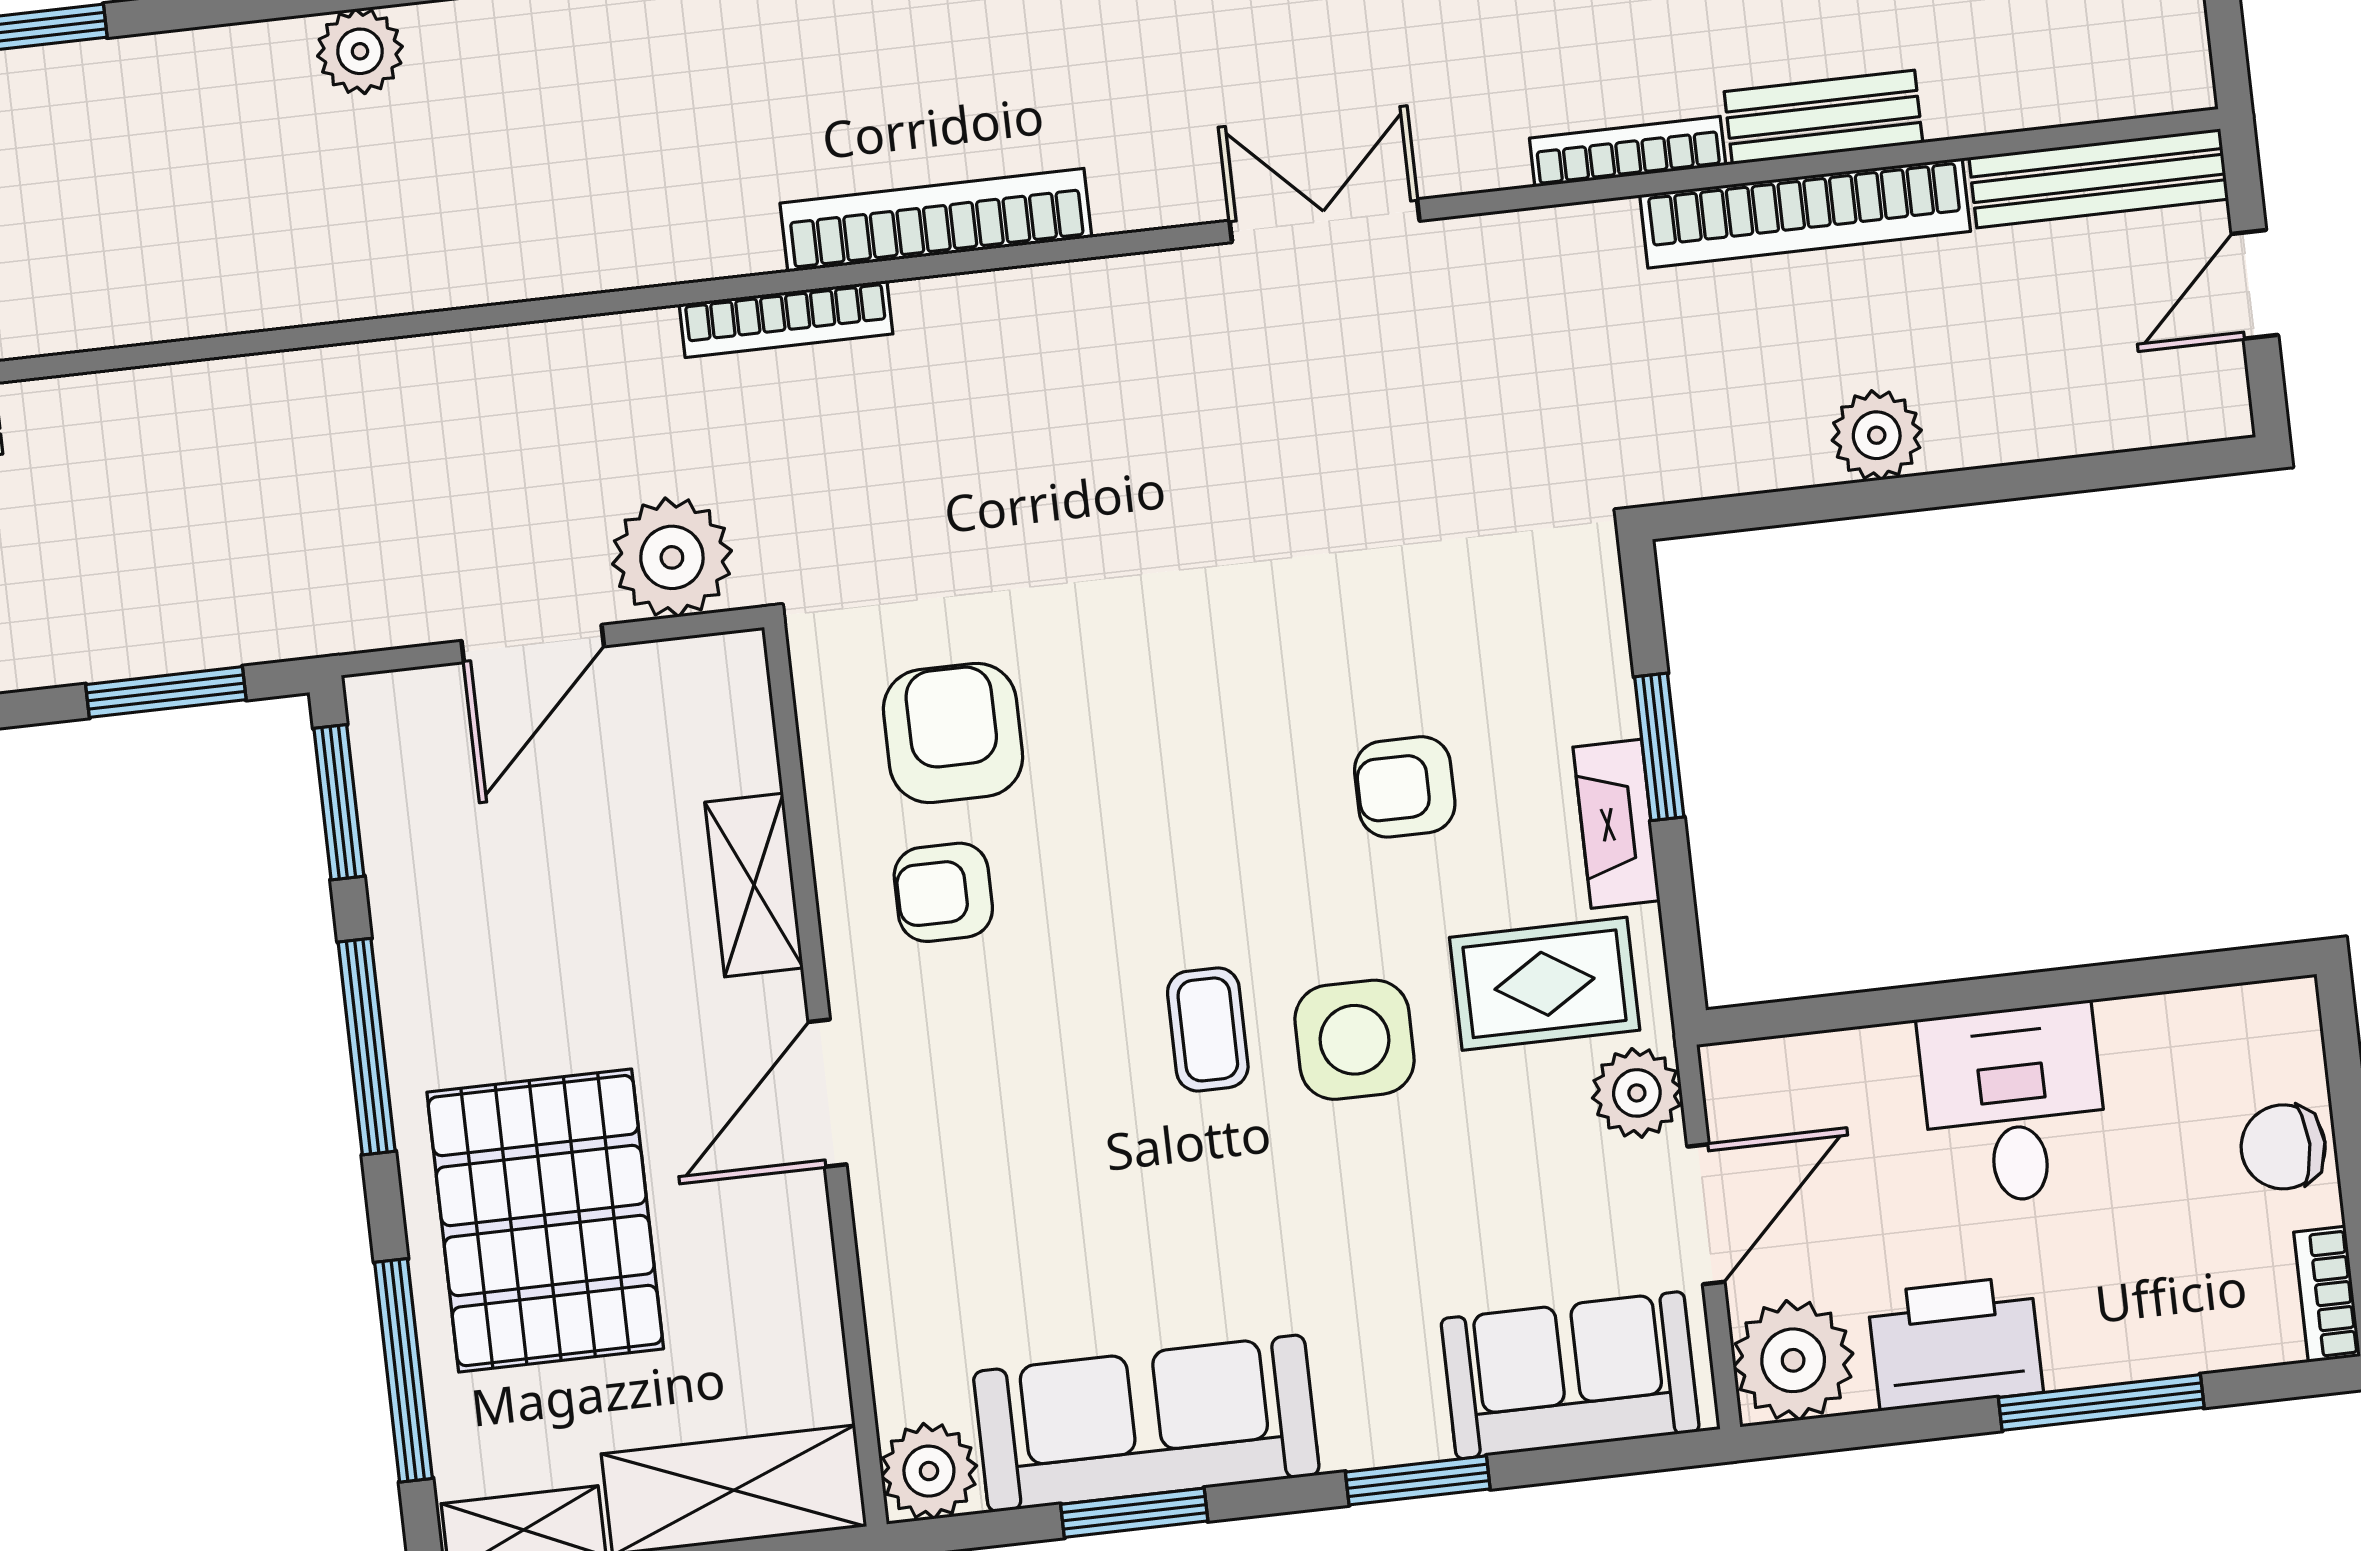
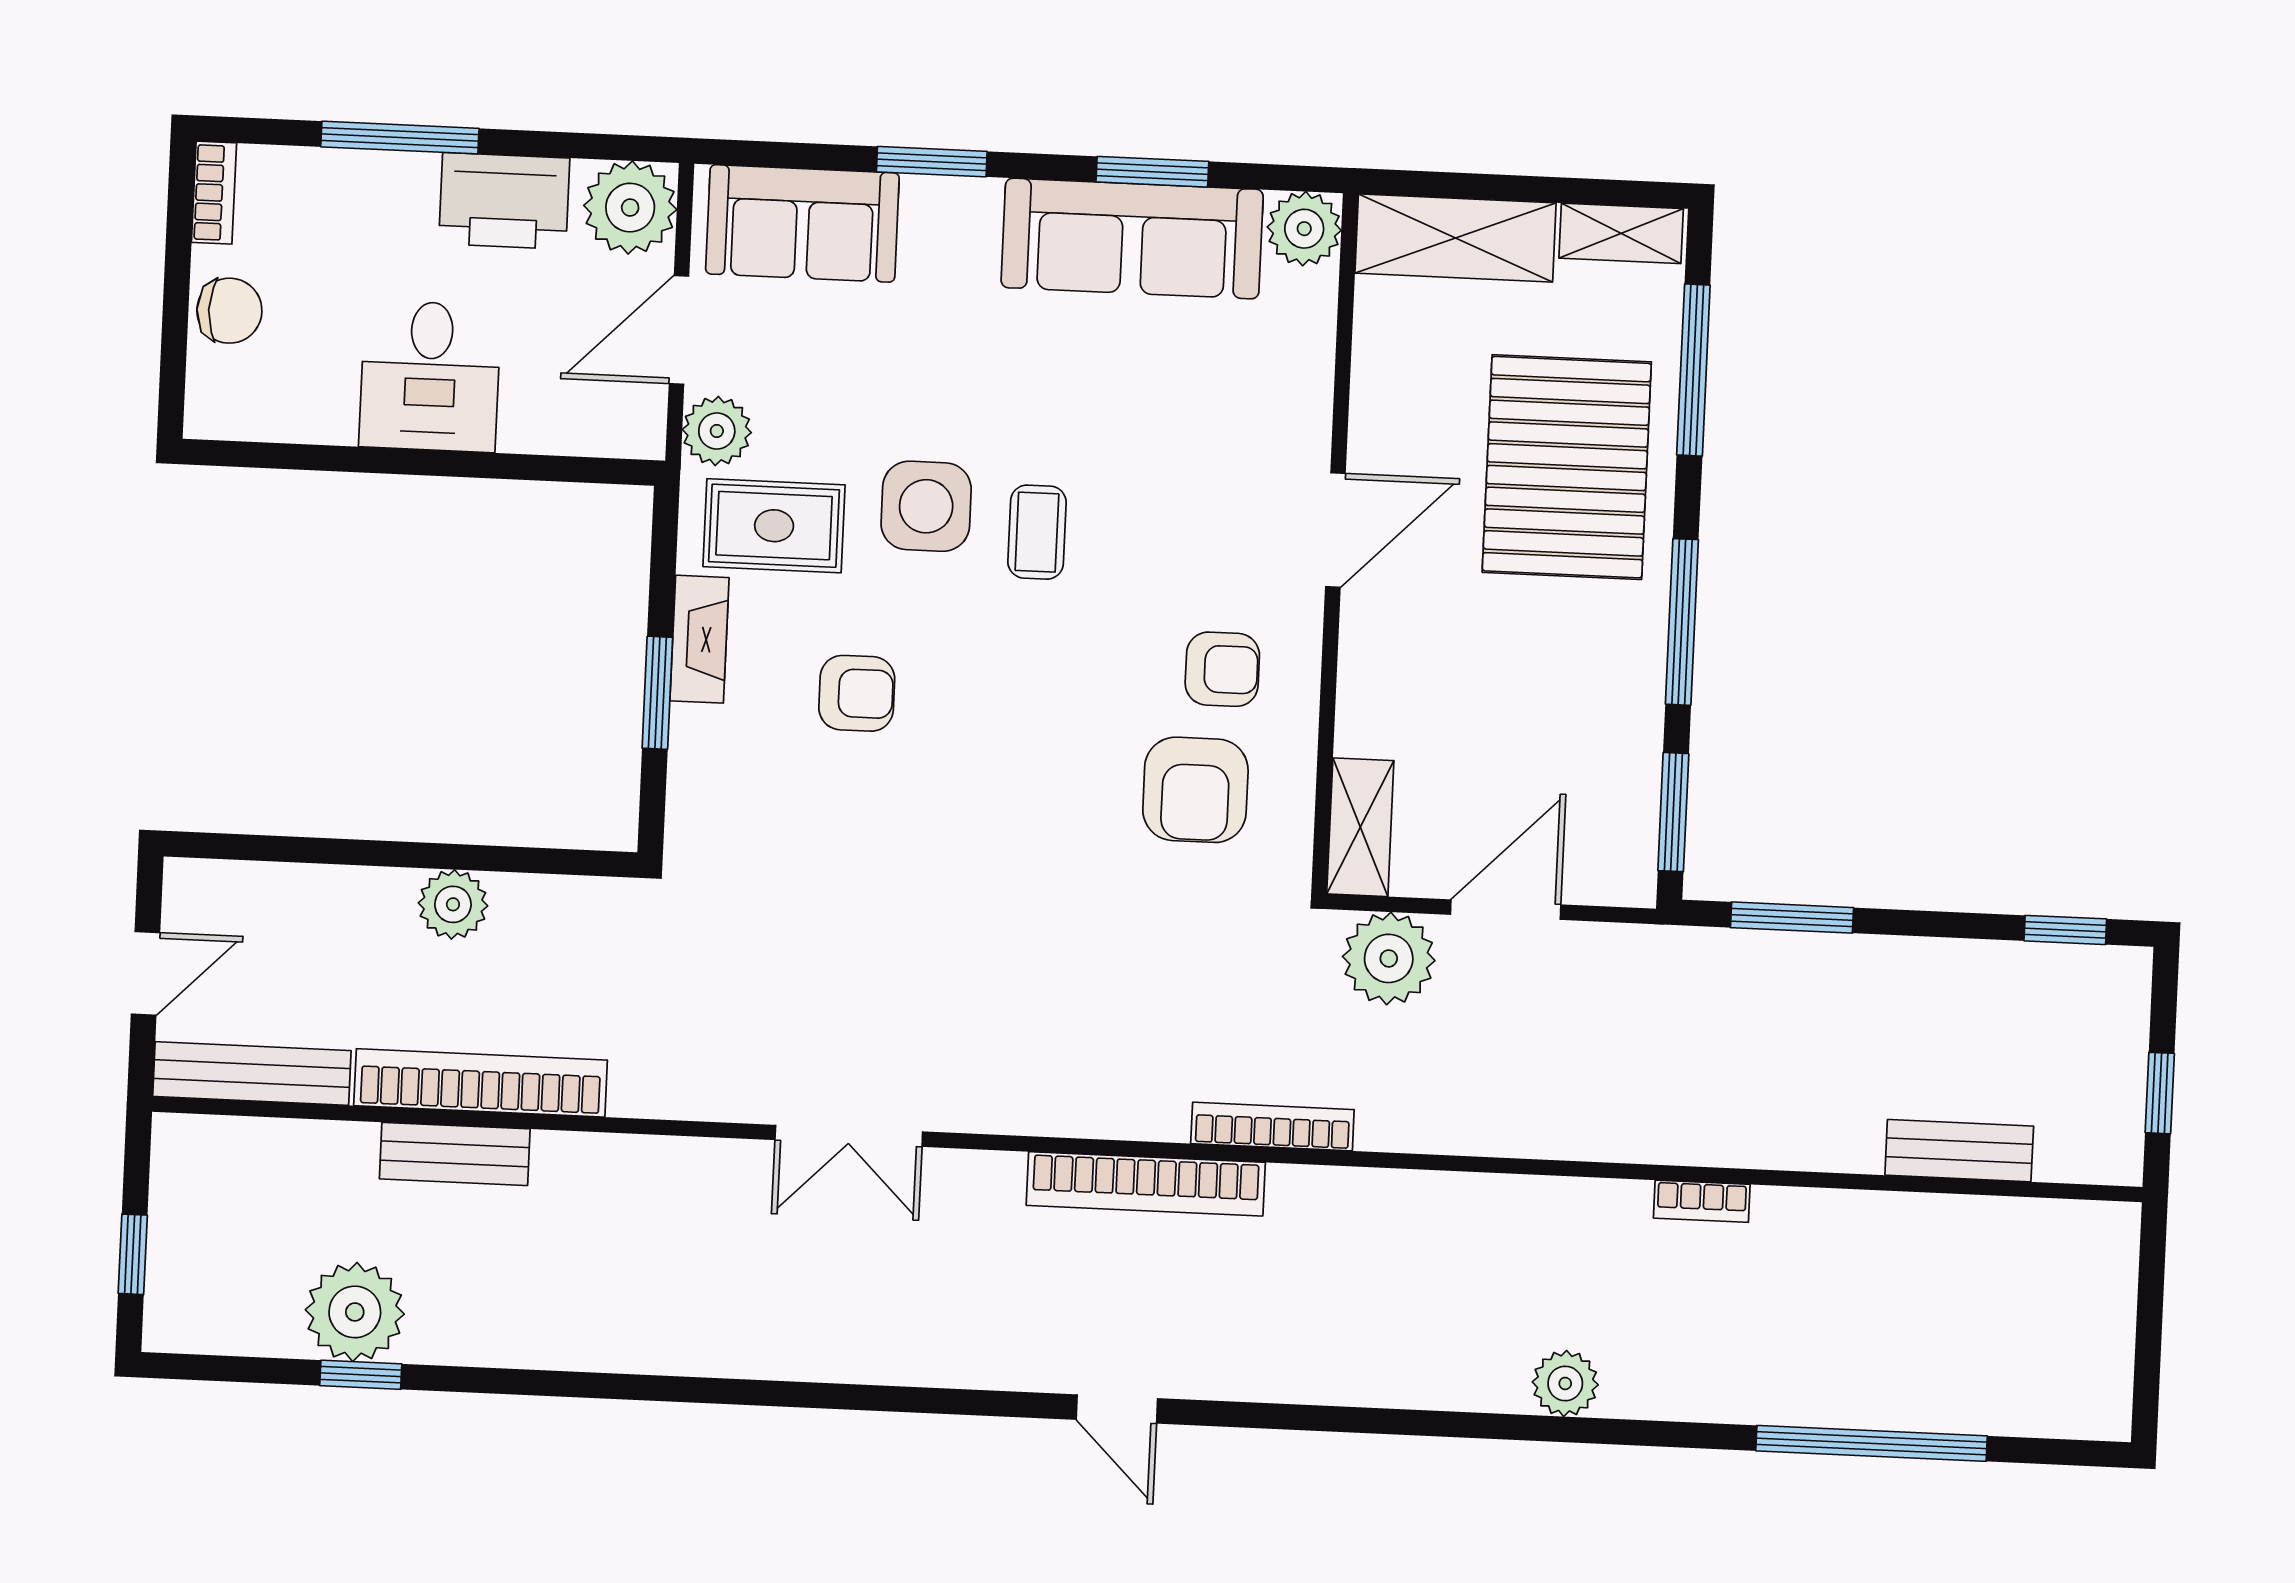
bookcase: (1628, 152) -> (1702, 1201), moved, width x0.64
shelving: (754, 885) -> (1360, 827), moved

